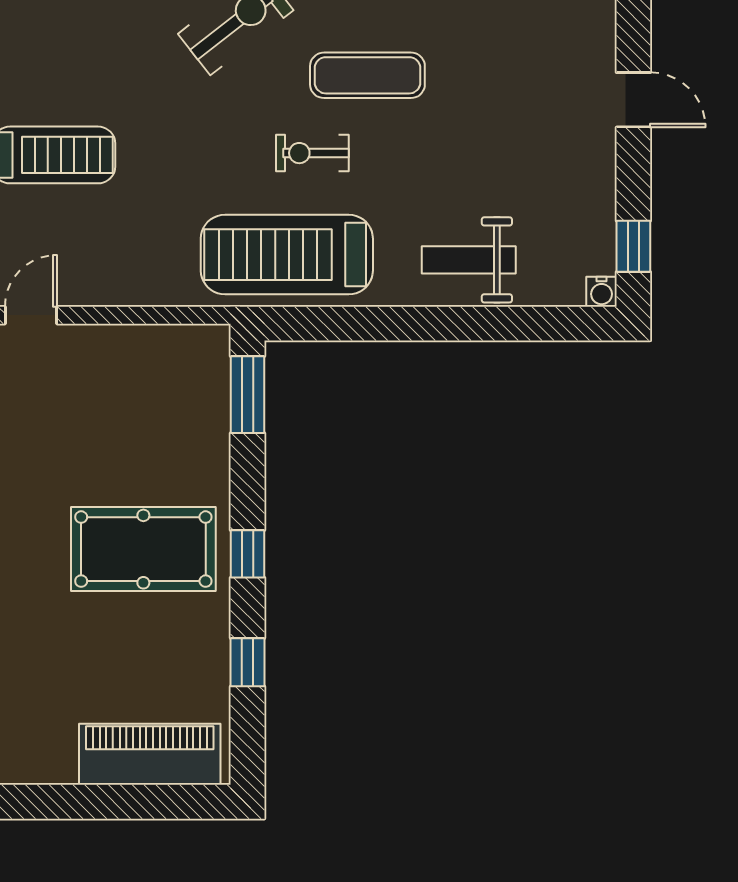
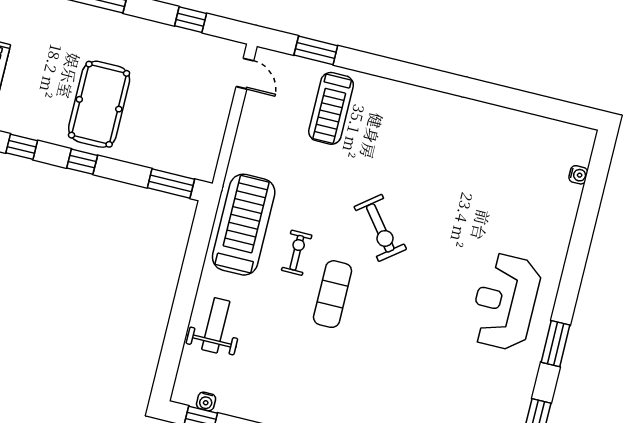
water cooler: (602, 292) -> (206, 401), moved, turned -90

